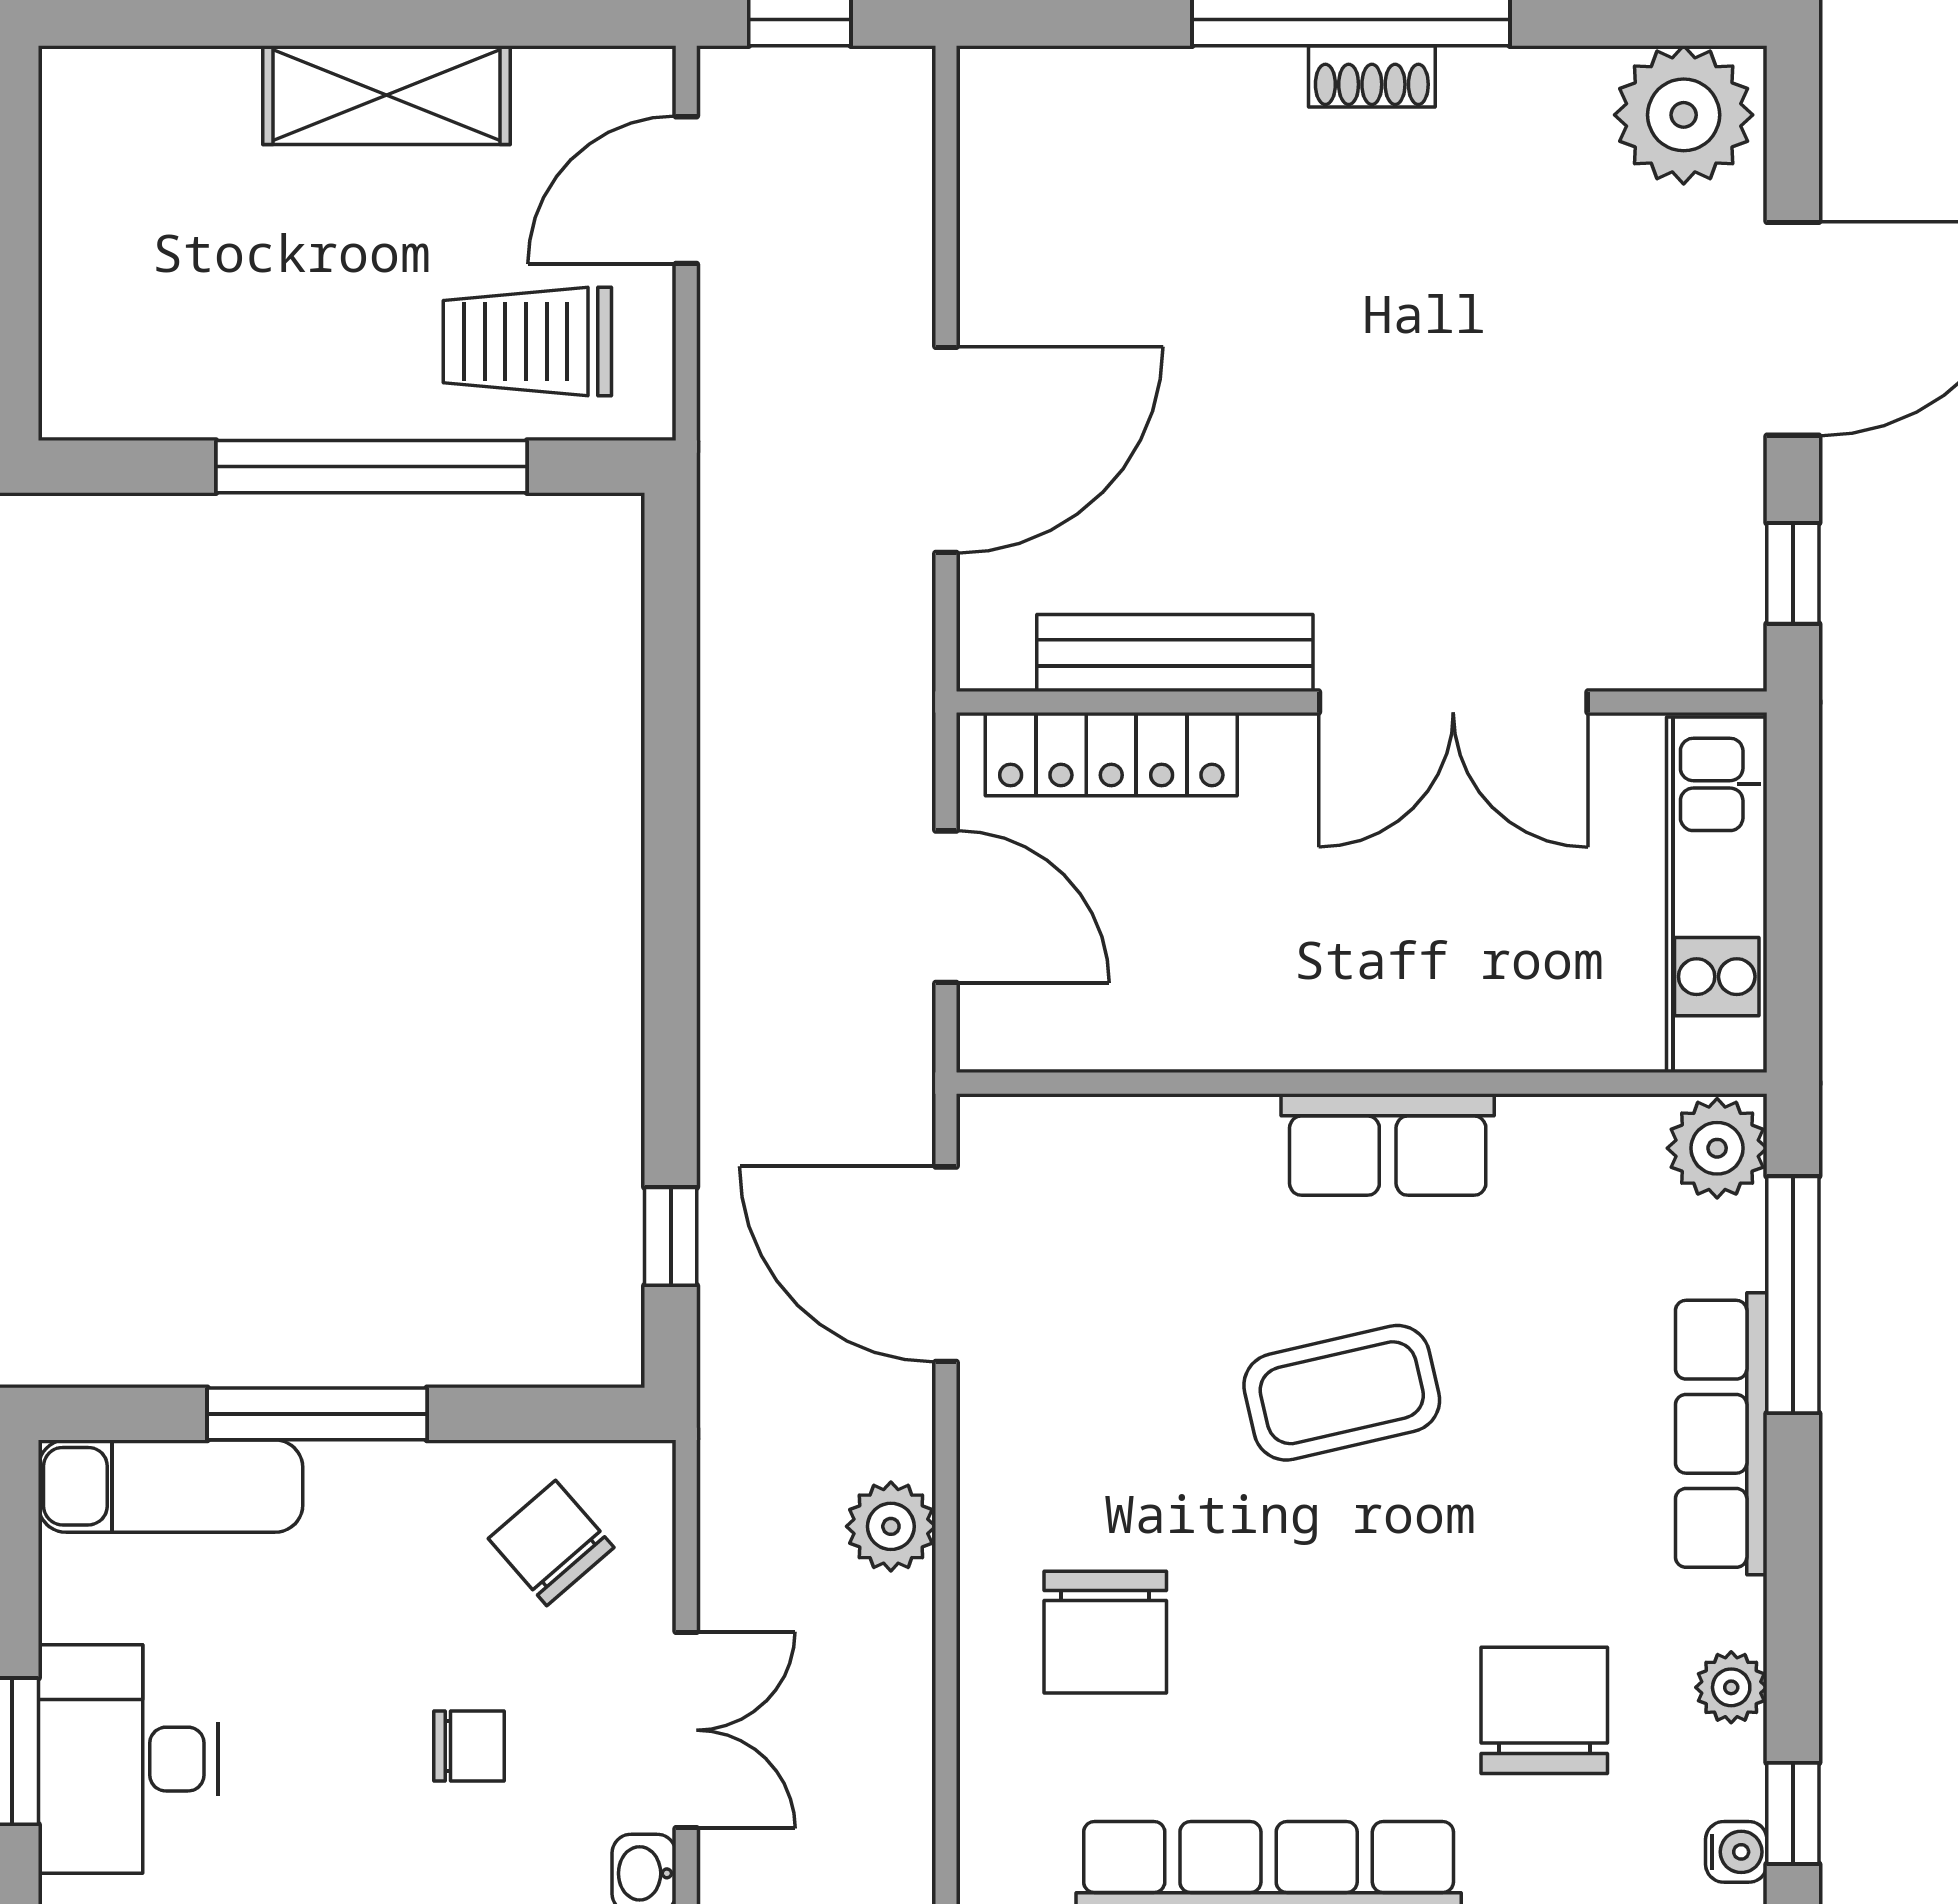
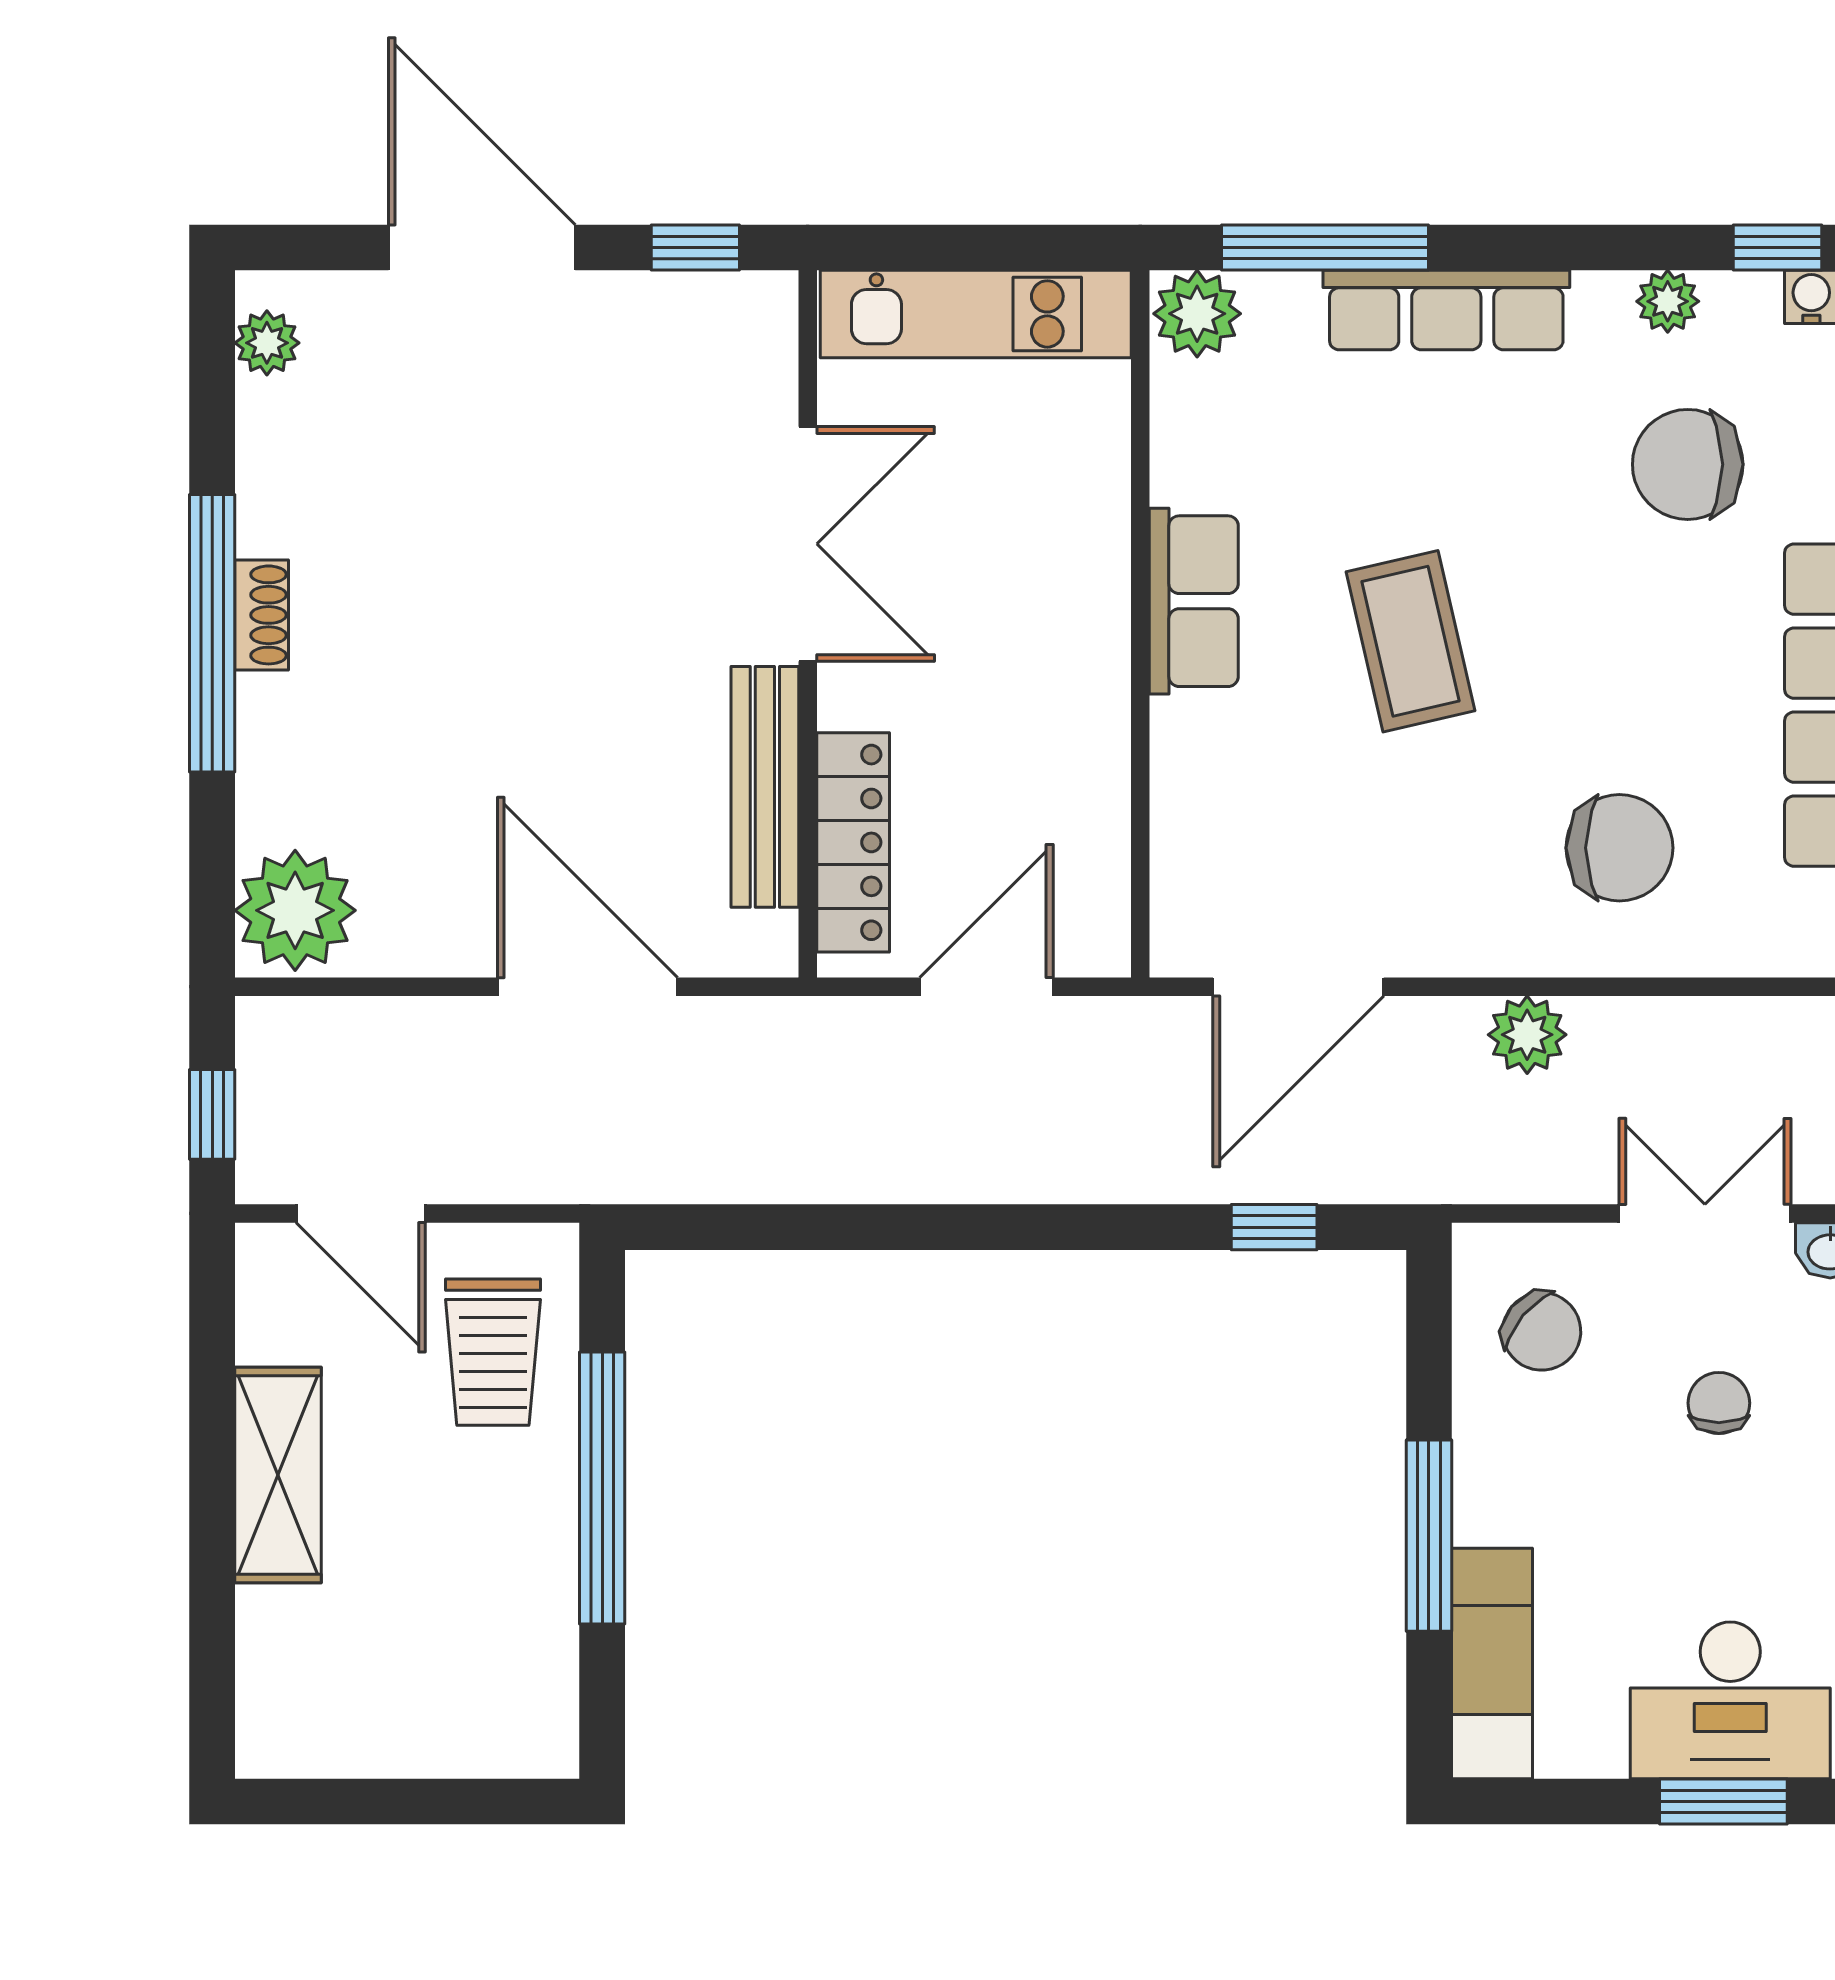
plant: (1033, 115) -> (295, 910), added
plant: (1684, 115) -> (267, 343), width x0.53, depth x0.53
chair: (551, 1543) -> (1542, 1331), turned -99

